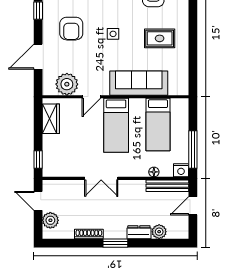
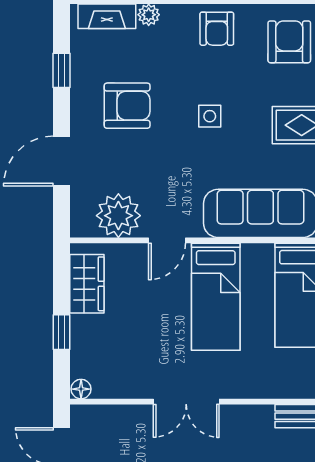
armchair: (71, 29) -> (127, 106), turned -90
window: (38, 159) -> (62, 332), moved
floor lamp: (154, 172) -> (81, 389), moved

